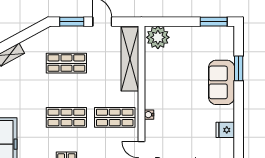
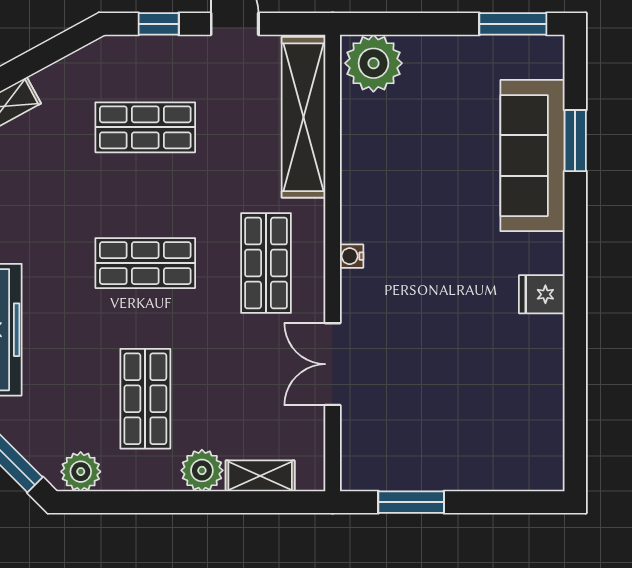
window: (72, 22) -> (159, 24), width x0.67
sofa: (222, 82) -> (532, 156), width x1.36
shop shelf: (115, 117) -> (266, 263), turned 90

